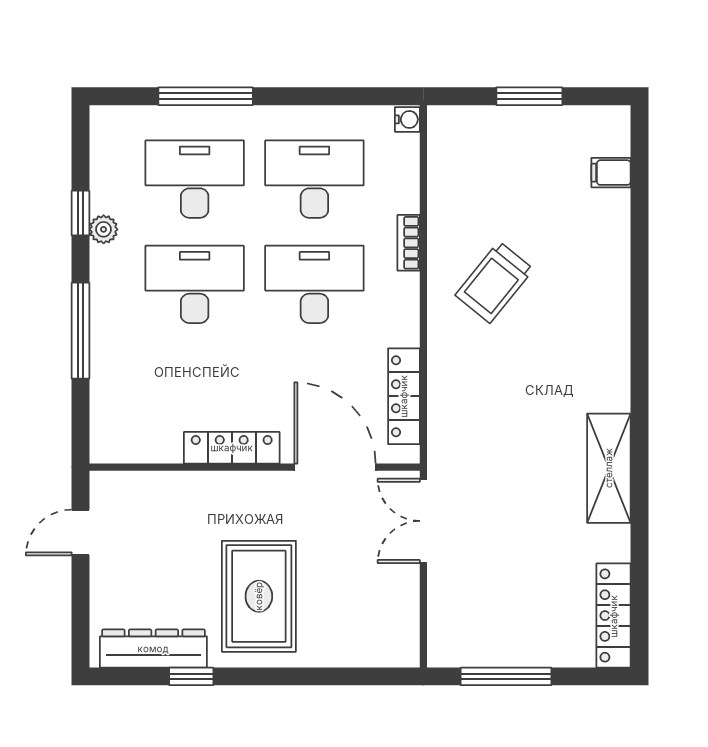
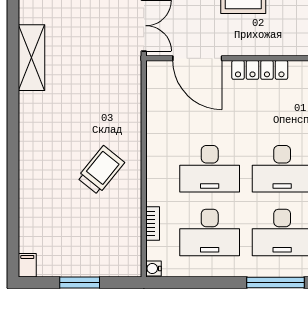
filing cabinet: (611, 173) -> (27, 265), moved, turned -90
bookcase: (409, 243) -> (153, 223), moved
locker: (404, 396) -> (156, 101), removed

